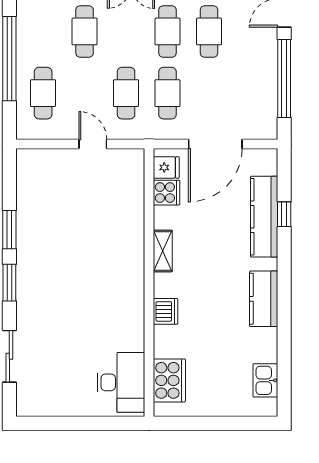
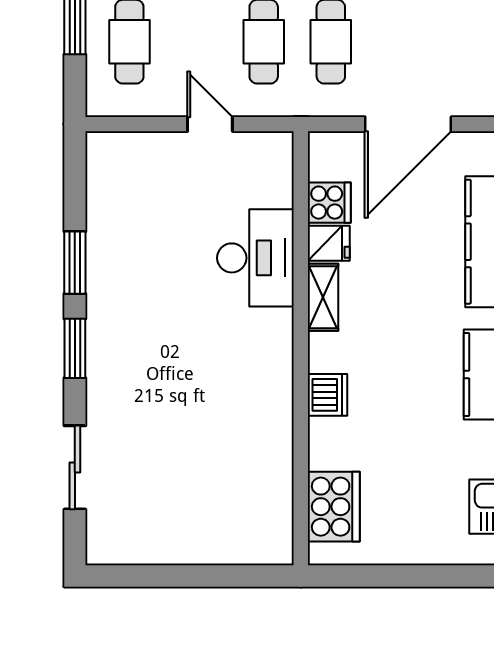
fridge: (166, 167) -> (329, 243), moved
desk: (121, 382) -> (255, 258), moved

